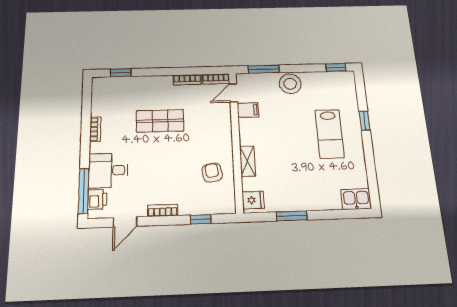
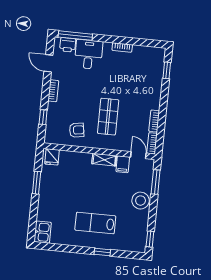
shop shelf: (160, 121) -> (108, 117), moved
shelving: (248, 161) -> (104, 160), moved

